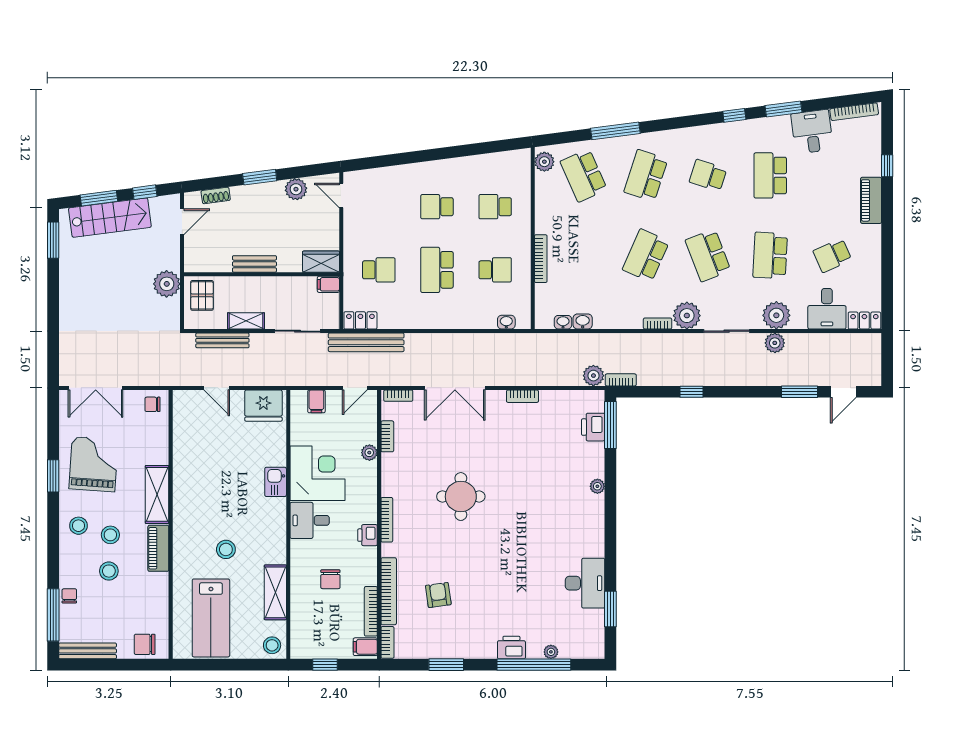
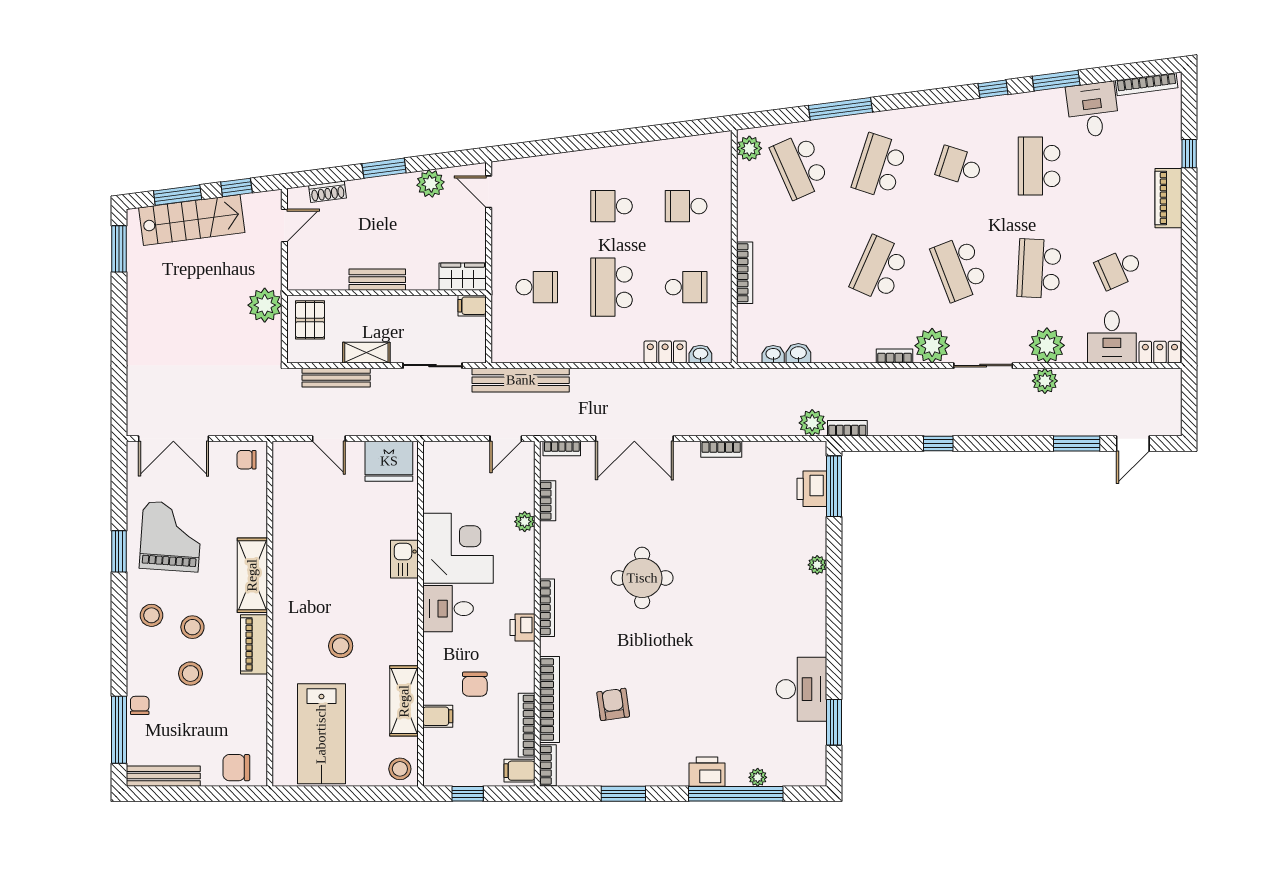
locker: (360, 320) -> (665, 352), moved
filing cabinet: (316, 401) -> (438, 716), moved, turned -90

